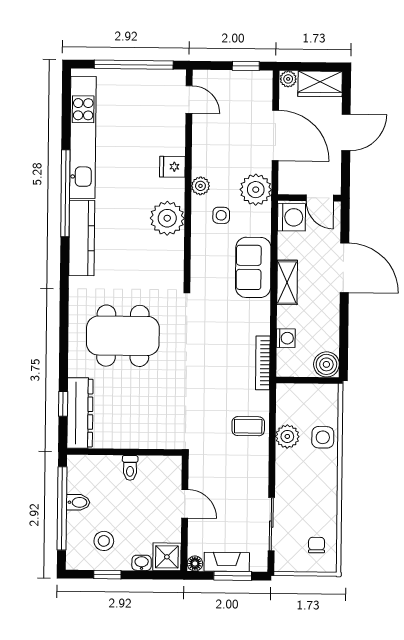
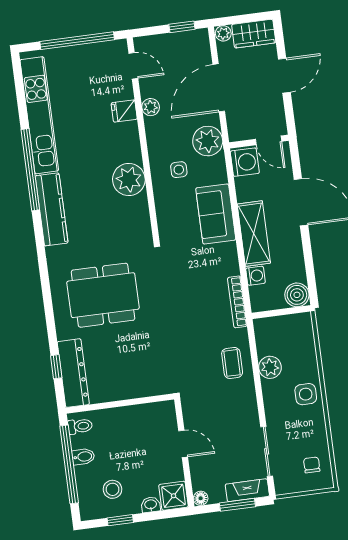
door: (275, 135) -> (219, 88), swing flipped
fridge: (172, 167) -> (124, 111), moved
plant: (200, 186) -> (151, 107), moved
shelving: (287, 282) -> (254, 234), width x1.50, depth x1.33
coffee table: (248, 426) -> (232, 363), turned 90
side table: (323, 437) -> (306, 394), moved
toilet: (130, 468) -> (80, 426), moved, turned -90
fireplace: (227, 562) -> (247, 490), moved

